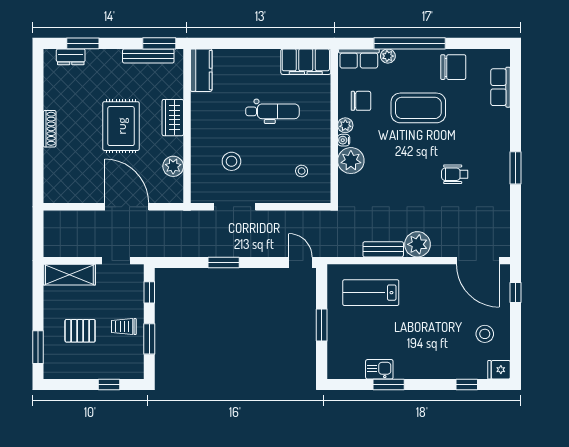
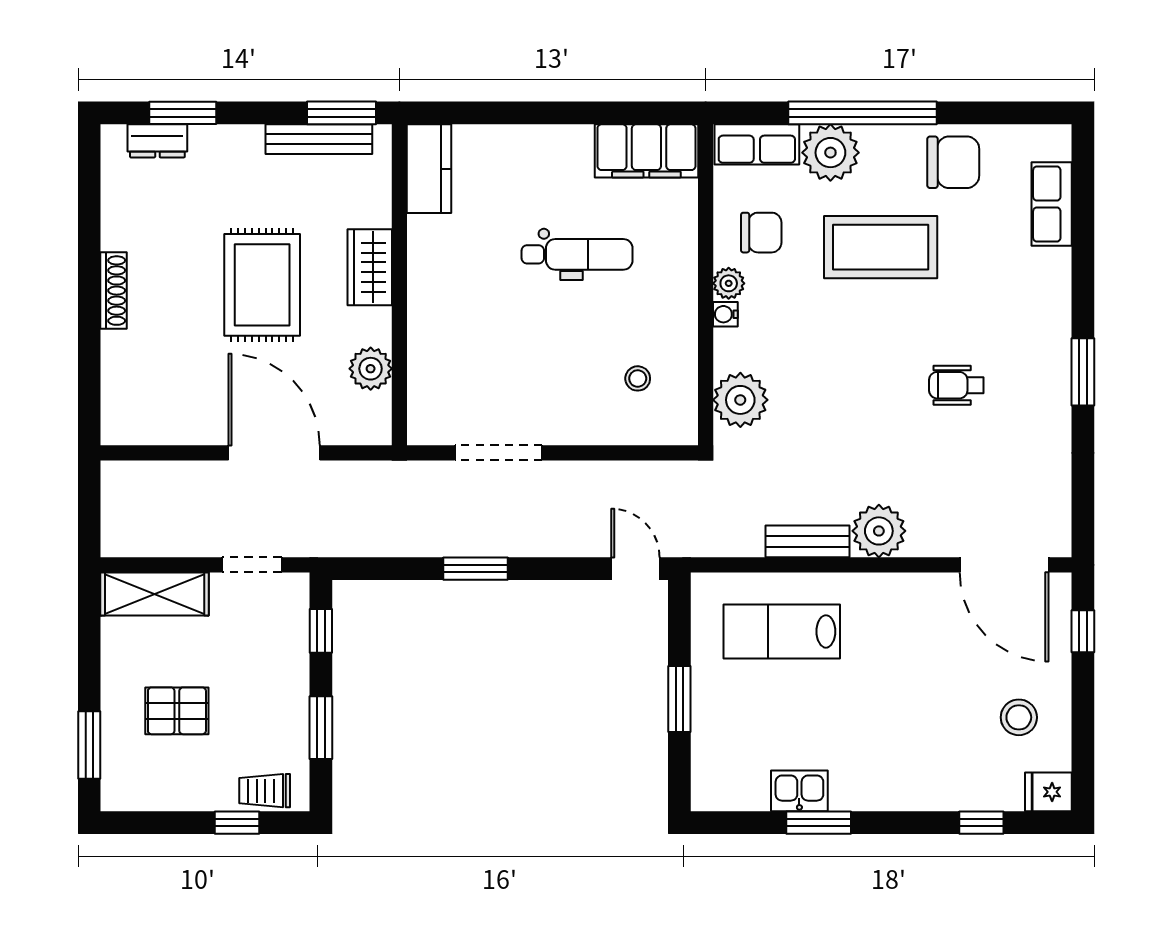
plant: (388, 56) -> (830, 153), width x1.87, depth x1.87
stool: (231, 161) -> (492, 358), removed
plant: (351, 161) -> (740, 400), moved
trolley: (124, 327) -> (265, 791), moved

